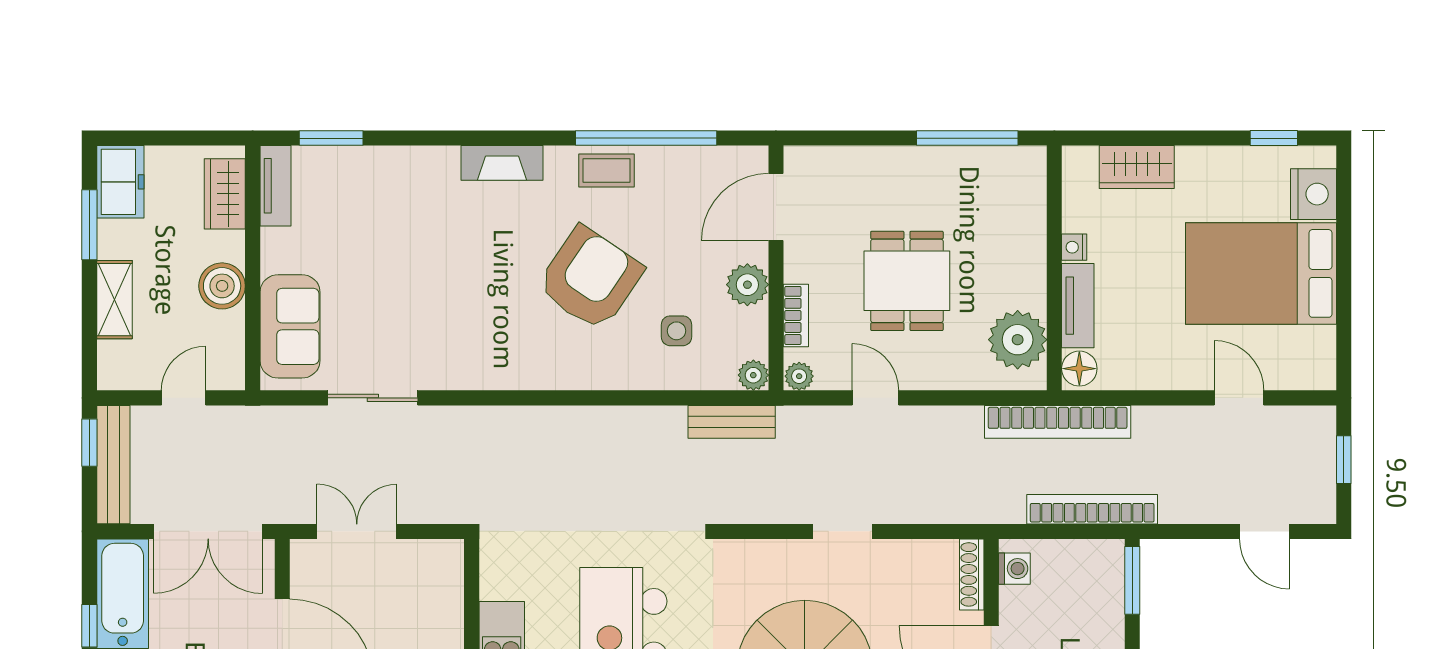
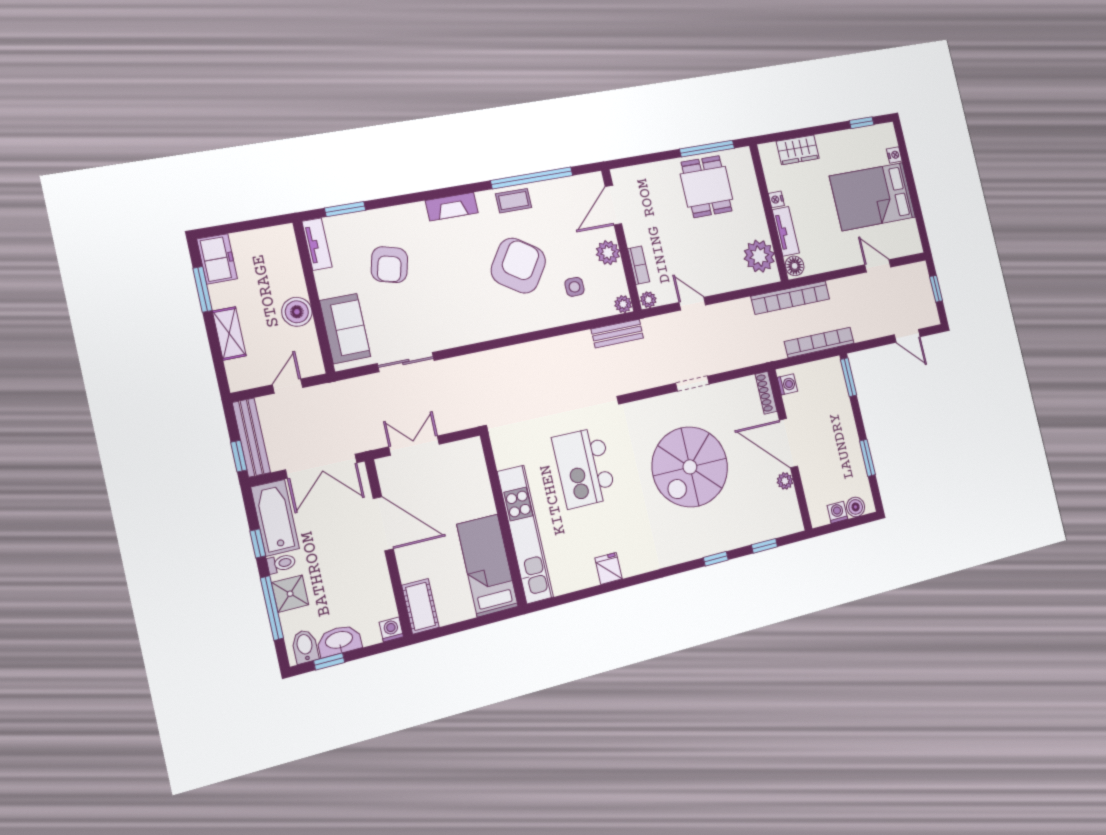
wardrobe: (225, 194) -> (286, 255), removed
nightstand: (1313, 194) -> (894, 155), width x0.53, depth x0.56
armchair: (381, 239) -> (389, 265), added
dining table: (907, 281) -> (707, 187), moved
window: (89, 443) -> (239, 456), moved

